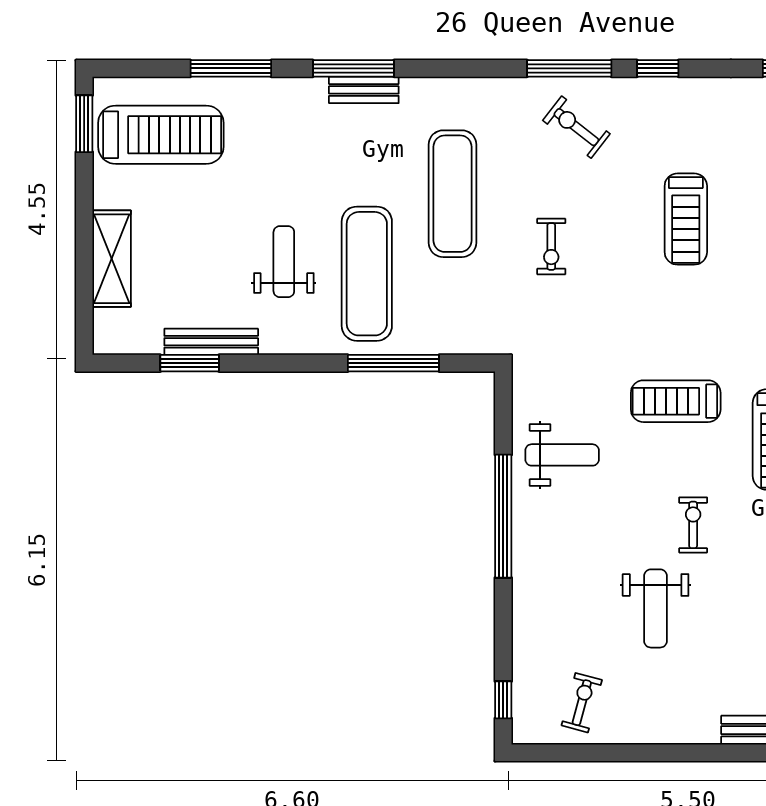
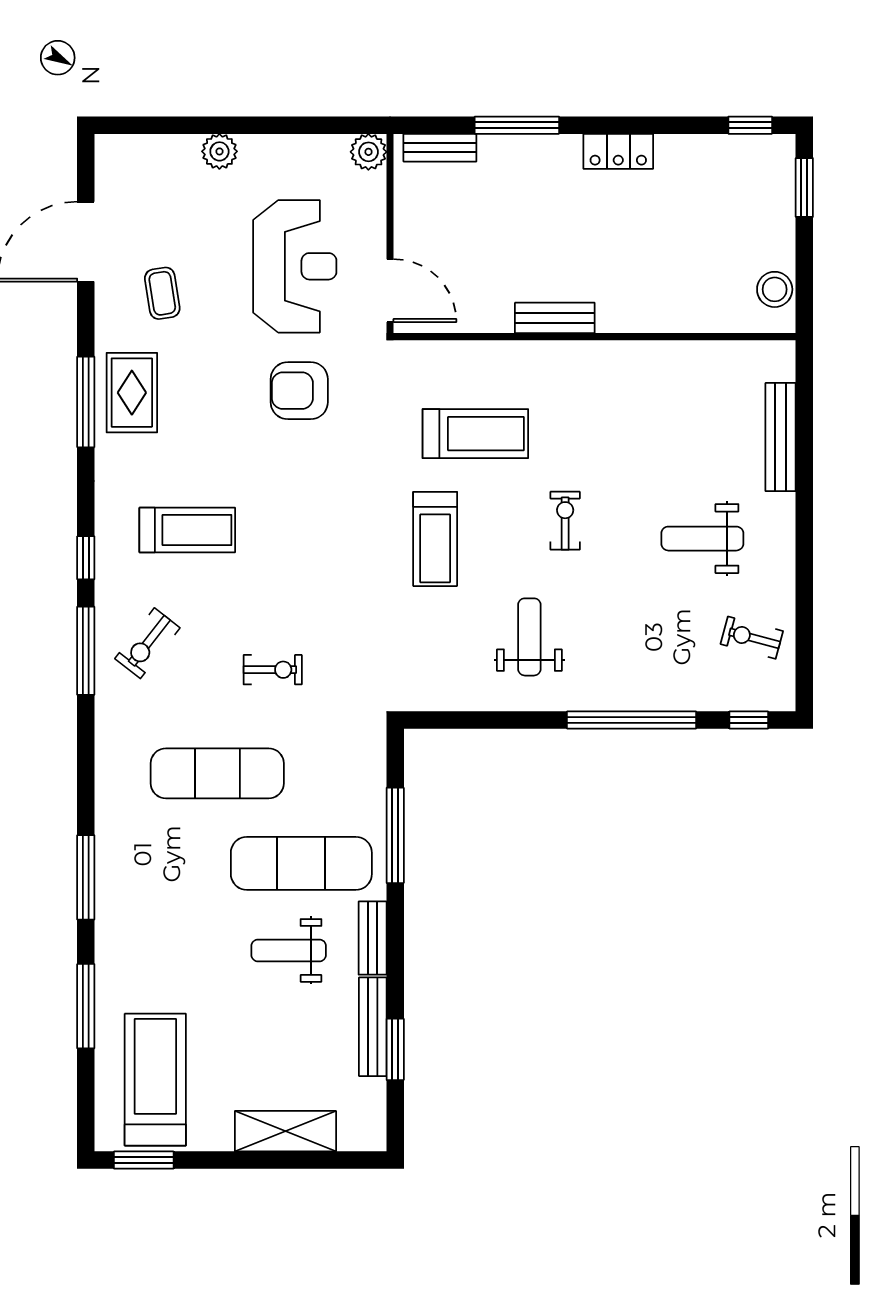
bench: (364, 90) -> (373, 938), moved
treadmill: (686, 219) -> (187, 530), moved
weight bench: (562, 455) -> (529, 637), moved
window: (503, 516) -> (632, 720), moved
exercise bike: (693, 525) -> (565, 521), turned 90
weight bench: (656, 608) -> (702, 539), moved, turned 180

